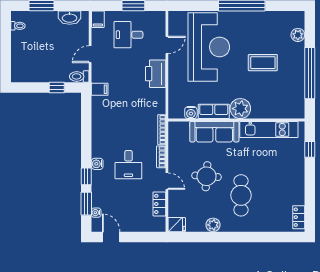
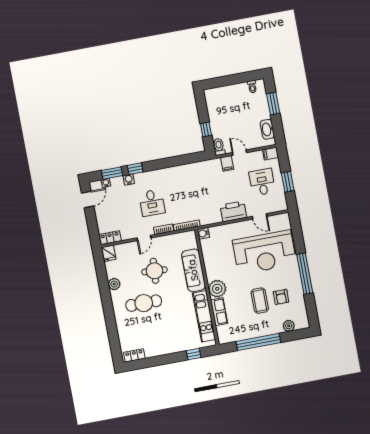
armchair: (263, 38) -> (281, 297), added
filing cabinet: (100, 89) -> (227, 163), moved
row of seats: (214, 111) -> (219, 312), moved
water cooler: (191, 113) -> (203, 233), moved
water cooler: (97, 164) -> (129, 180), moved
desk: (128, 165) -> (152, 203), turned -90
locker: (159, 204) -> (110, 238), moved

